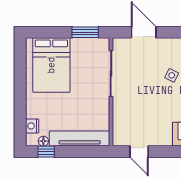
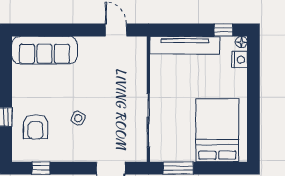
floor lamp: (43, 141) -> (241, 42), moved

